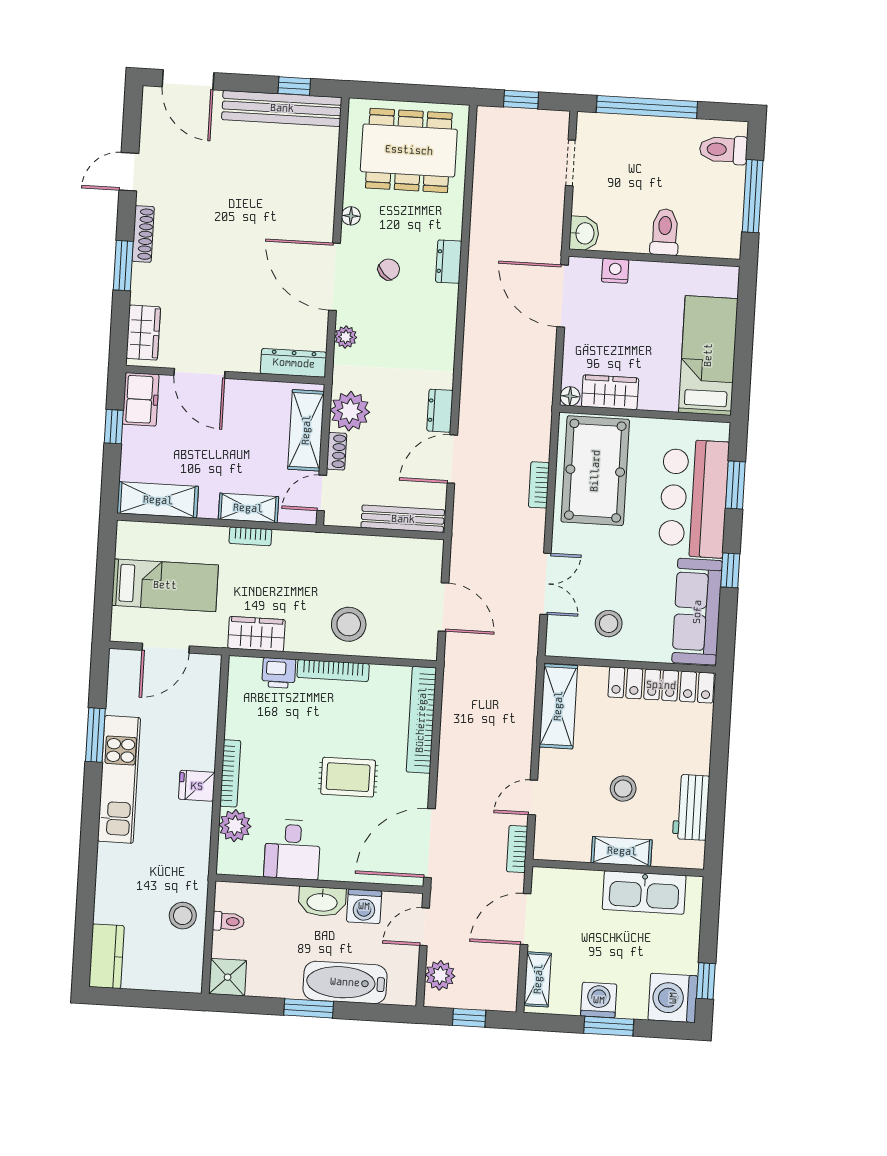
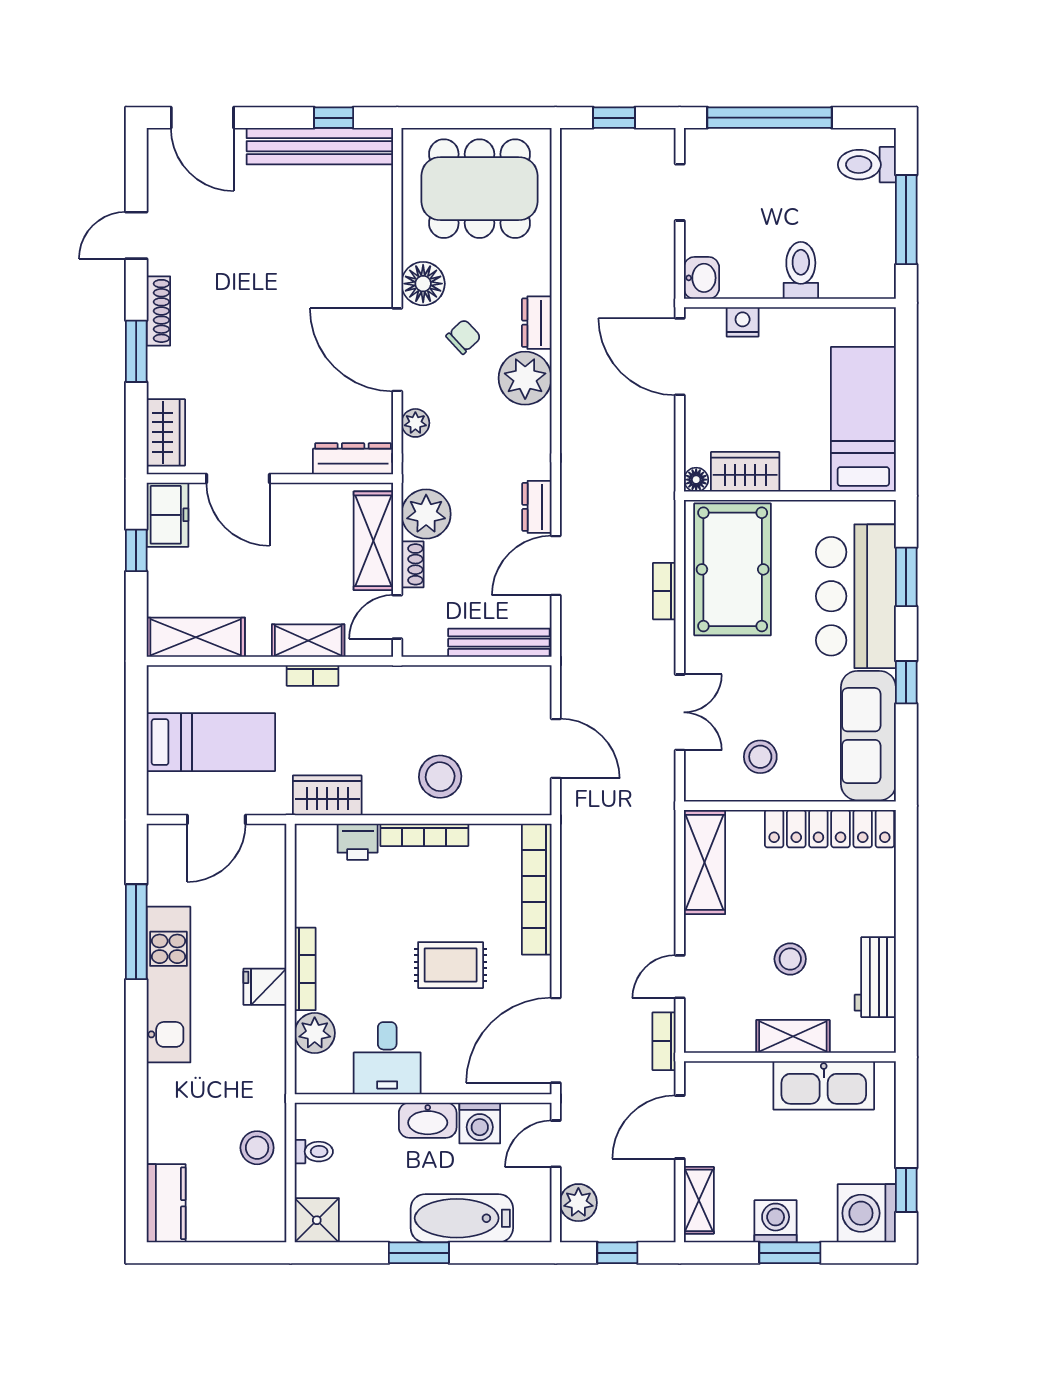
floor lamp: (351, 216) -> (423, 284), width x1.89, depth x1.89
plant: (437, 306) -> (525, 378), added
window: (95, 735) -> (136, 932), width x1.44

